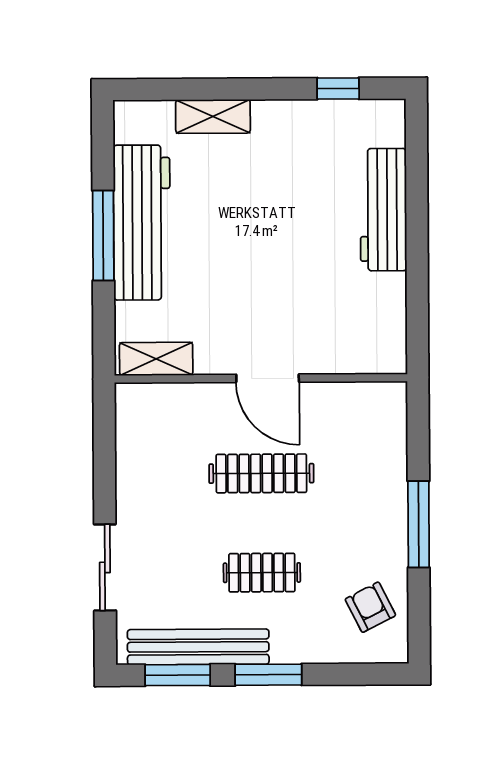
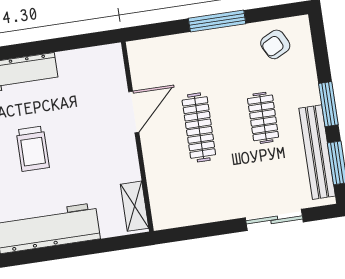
trolley: (265, 217) -> (33, 149), added
window: (103, 235) -> (60, 252), removed
door: (268, 378) -> (134, 112), moved

